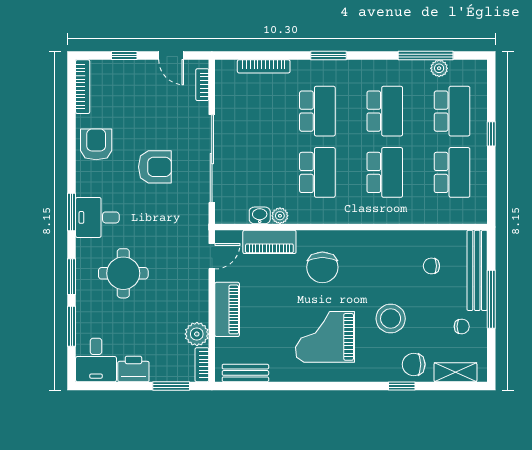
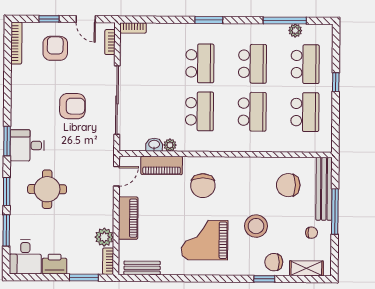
bookcase: (264, 66) -> (133, 28), moved, width x0.64
armchair: (96, 144) -> (55, 48), moved
chair: (431, 266) -> (288, 185), width x1.87, depth x1.87

